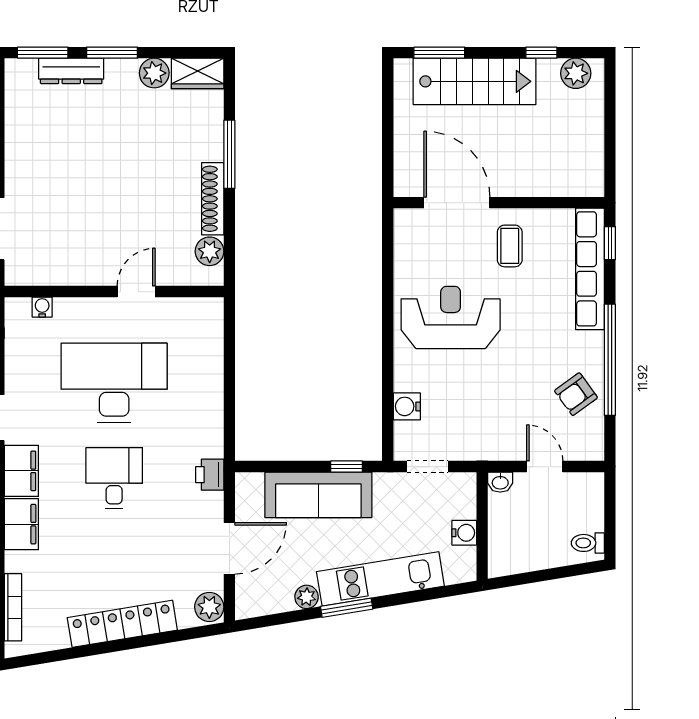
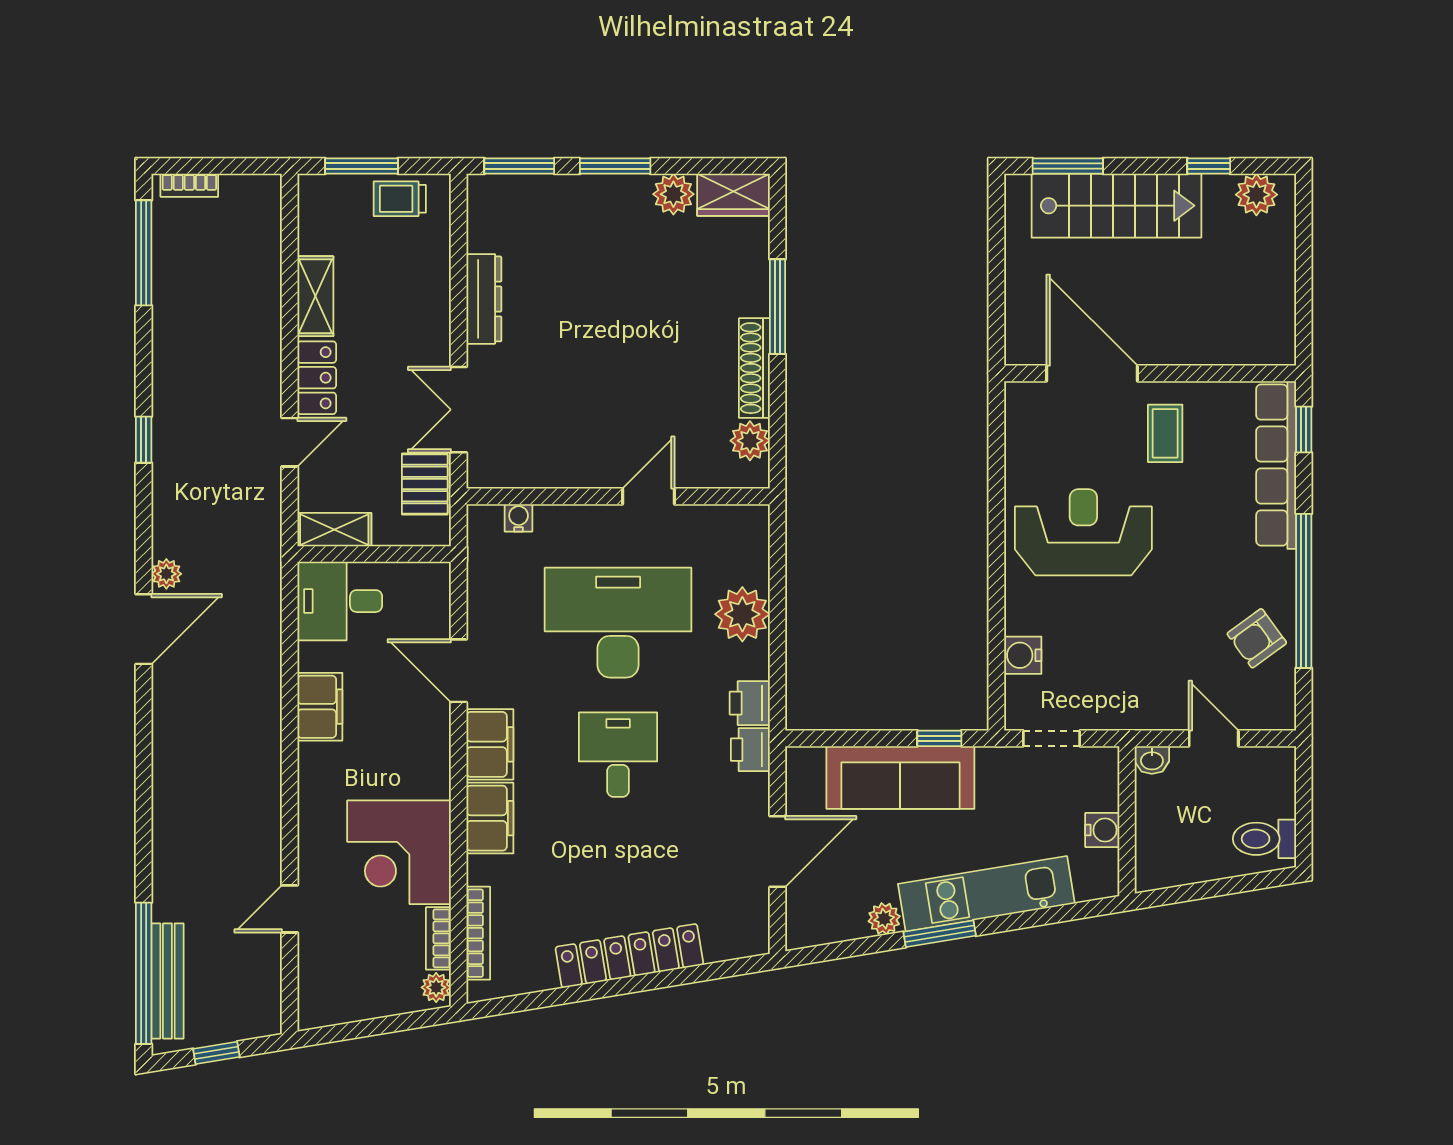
dresser: (71, 71) -> (484, 299), moved, turned -90
printer: (209, 441) -> (750, 703), added
toilet: (588, 543) -> (1264, 839), width x1.37, depth x1.39
plant: (209, 607) -> (742, 614), moved, width x1.36, depth x1.36

